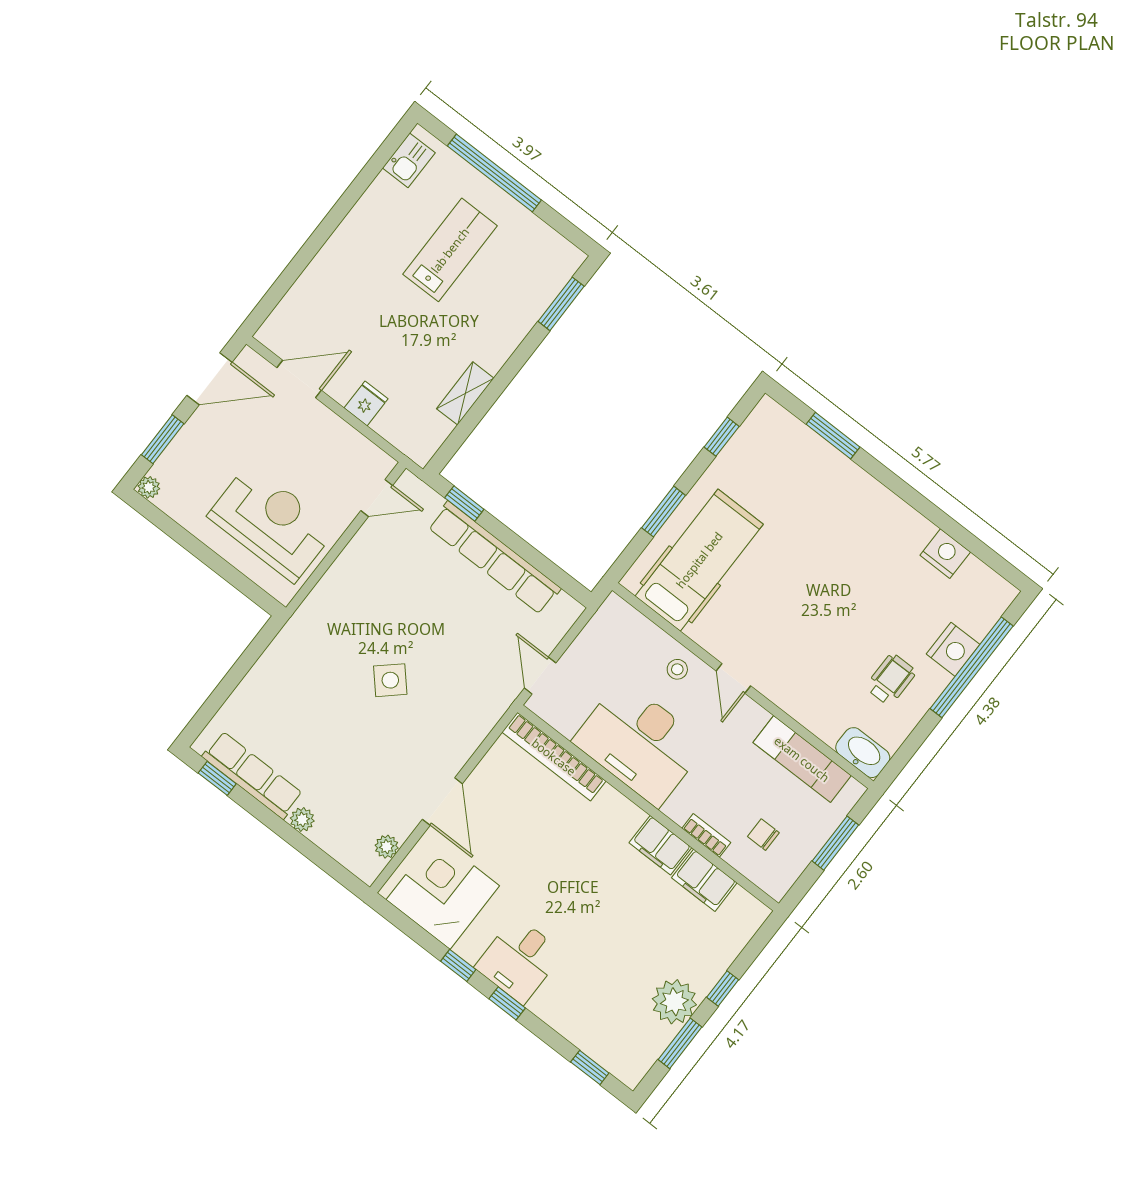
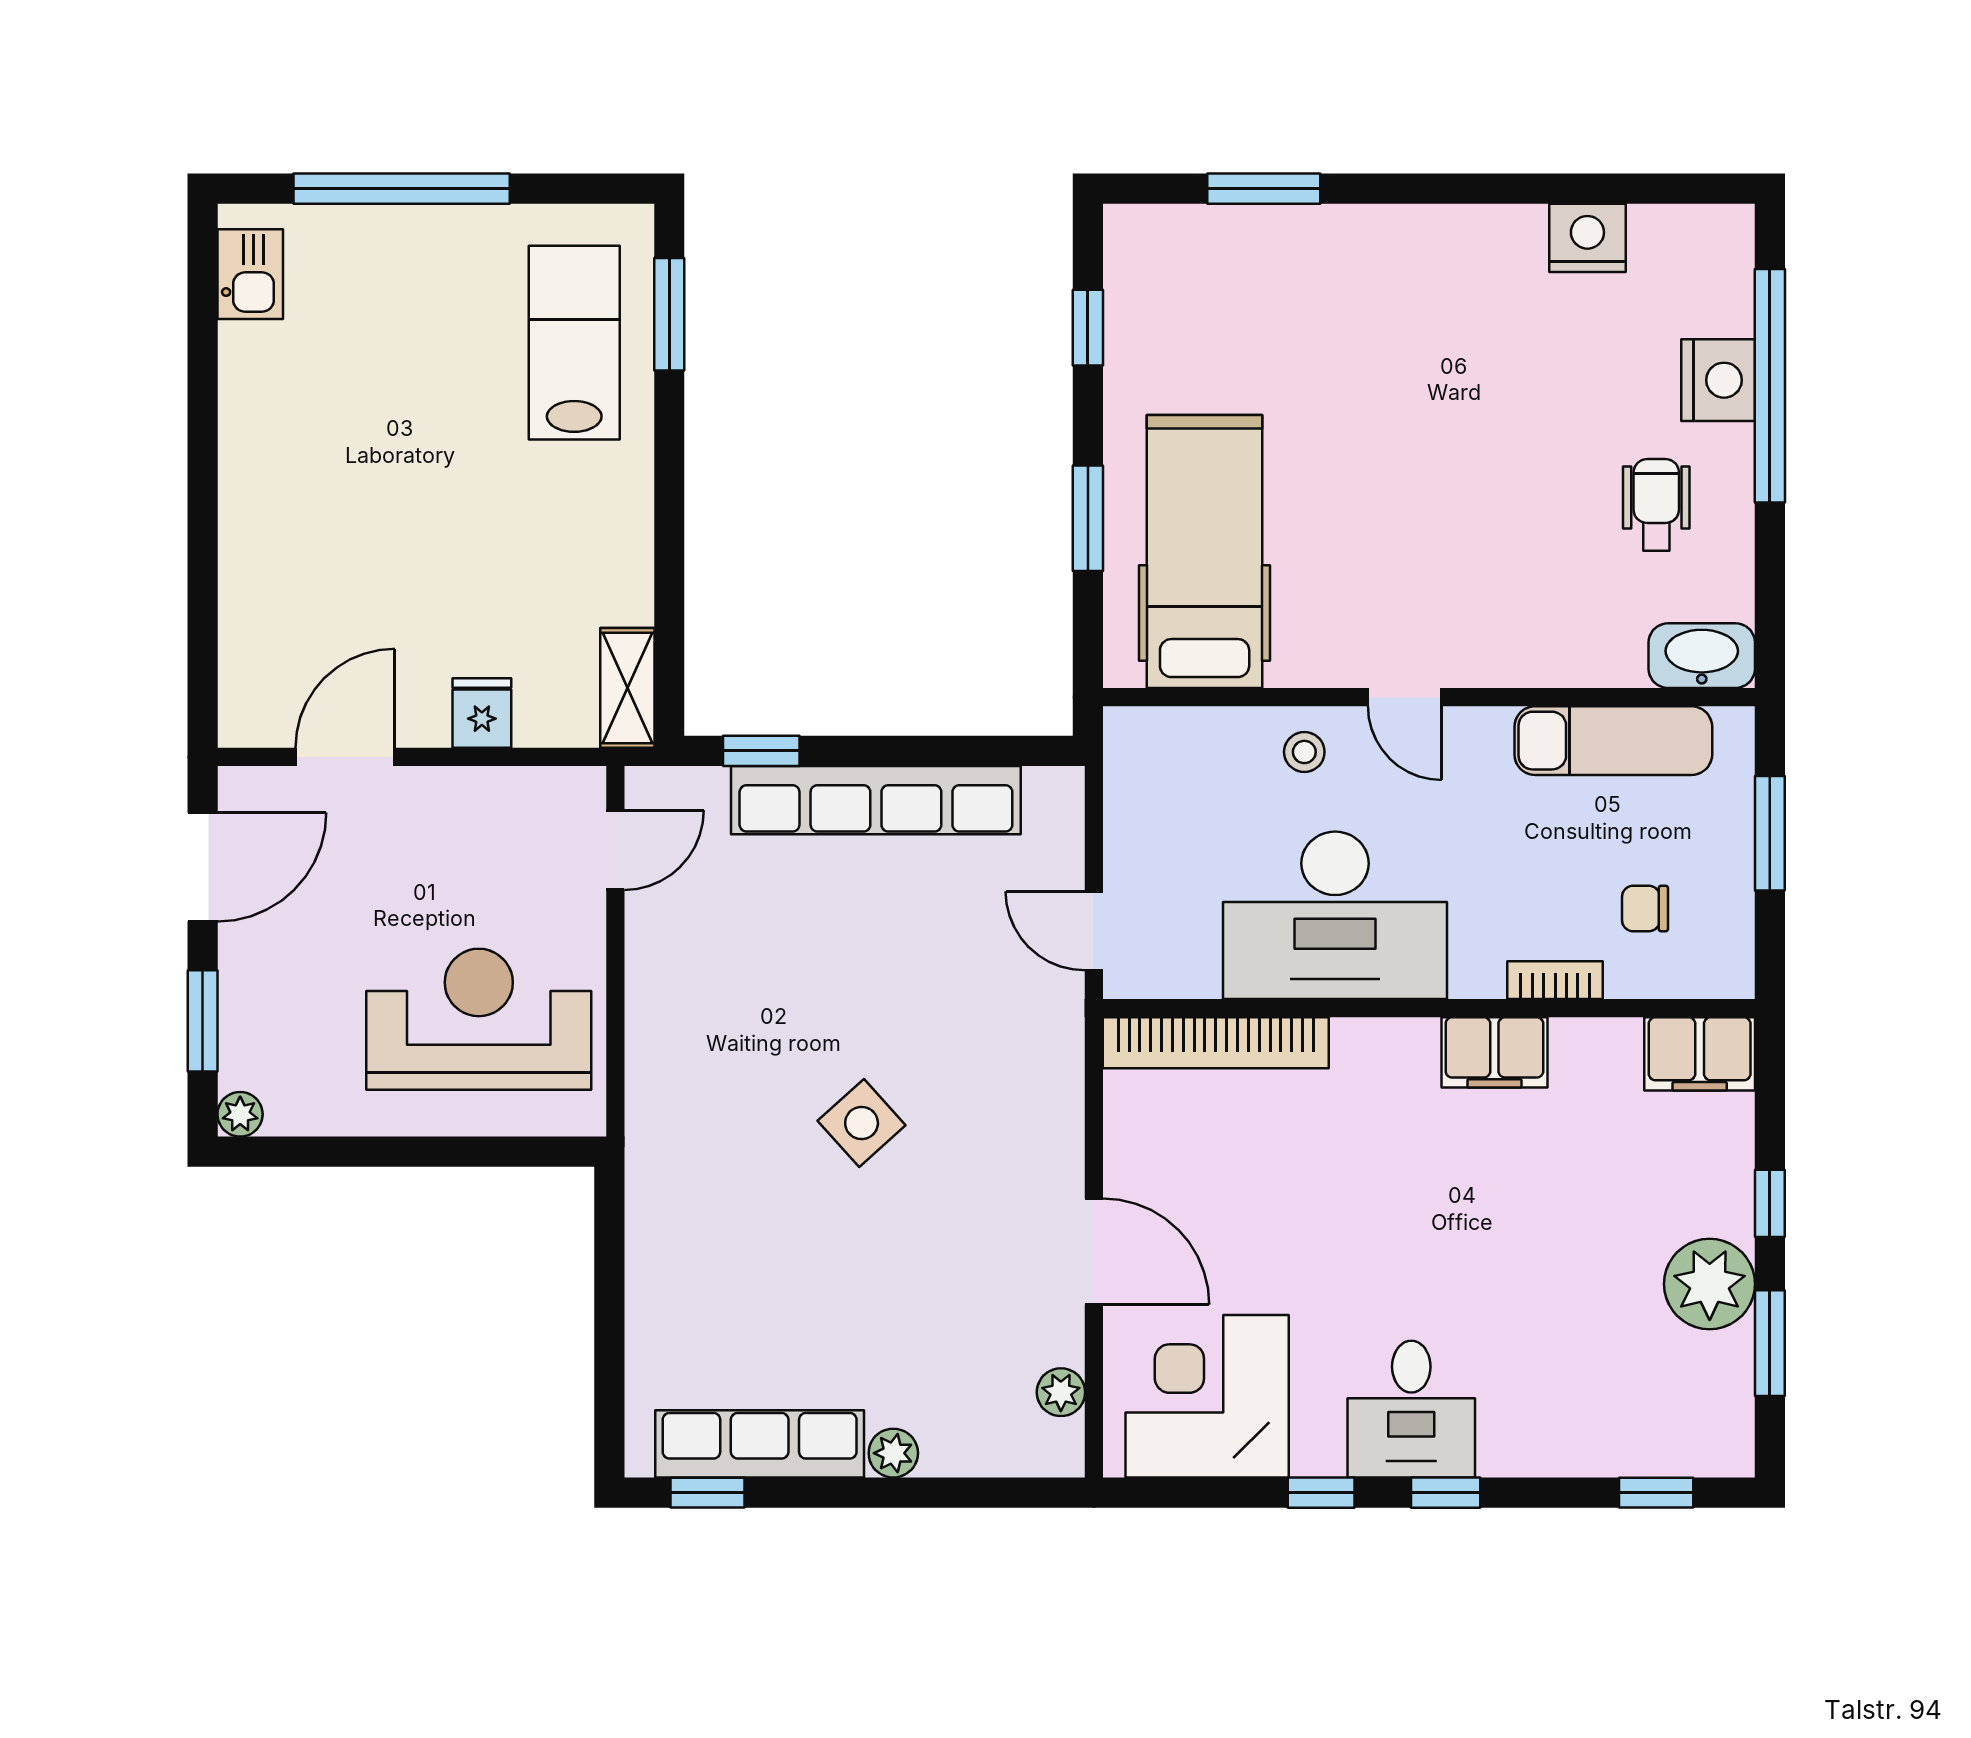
lab bench: (450, 250) -> (574, 343), moved
shelving: (465, 393) -> (627, 688), moved
filing cabinet: (704, 880) -> (1700, 1054), moved

